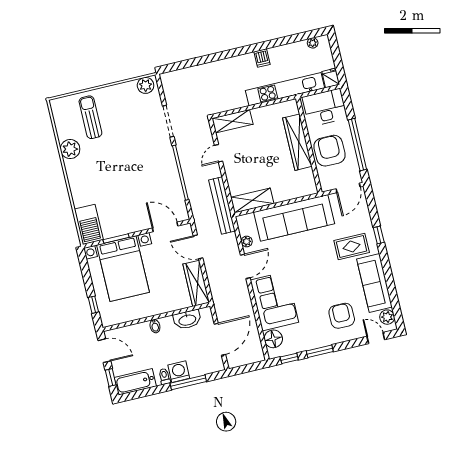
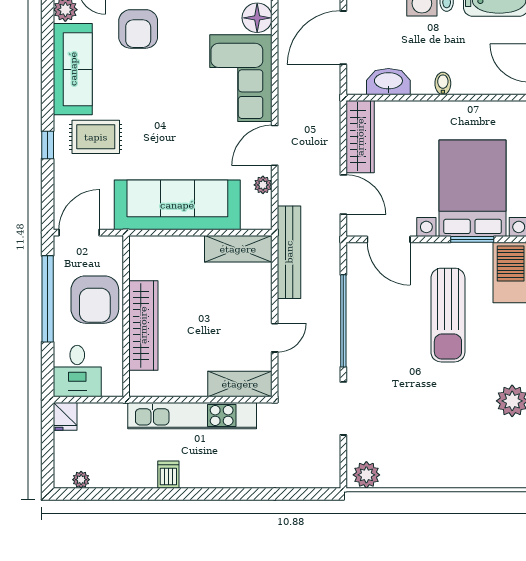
kitchen unit: (285, 89) -> (192, 416), moved
desk: (325, 107) -> (77, 371), width x0.73
sun lounger: (90, 117) -> (448, 315), moved, width x1.36, depth x1.34

